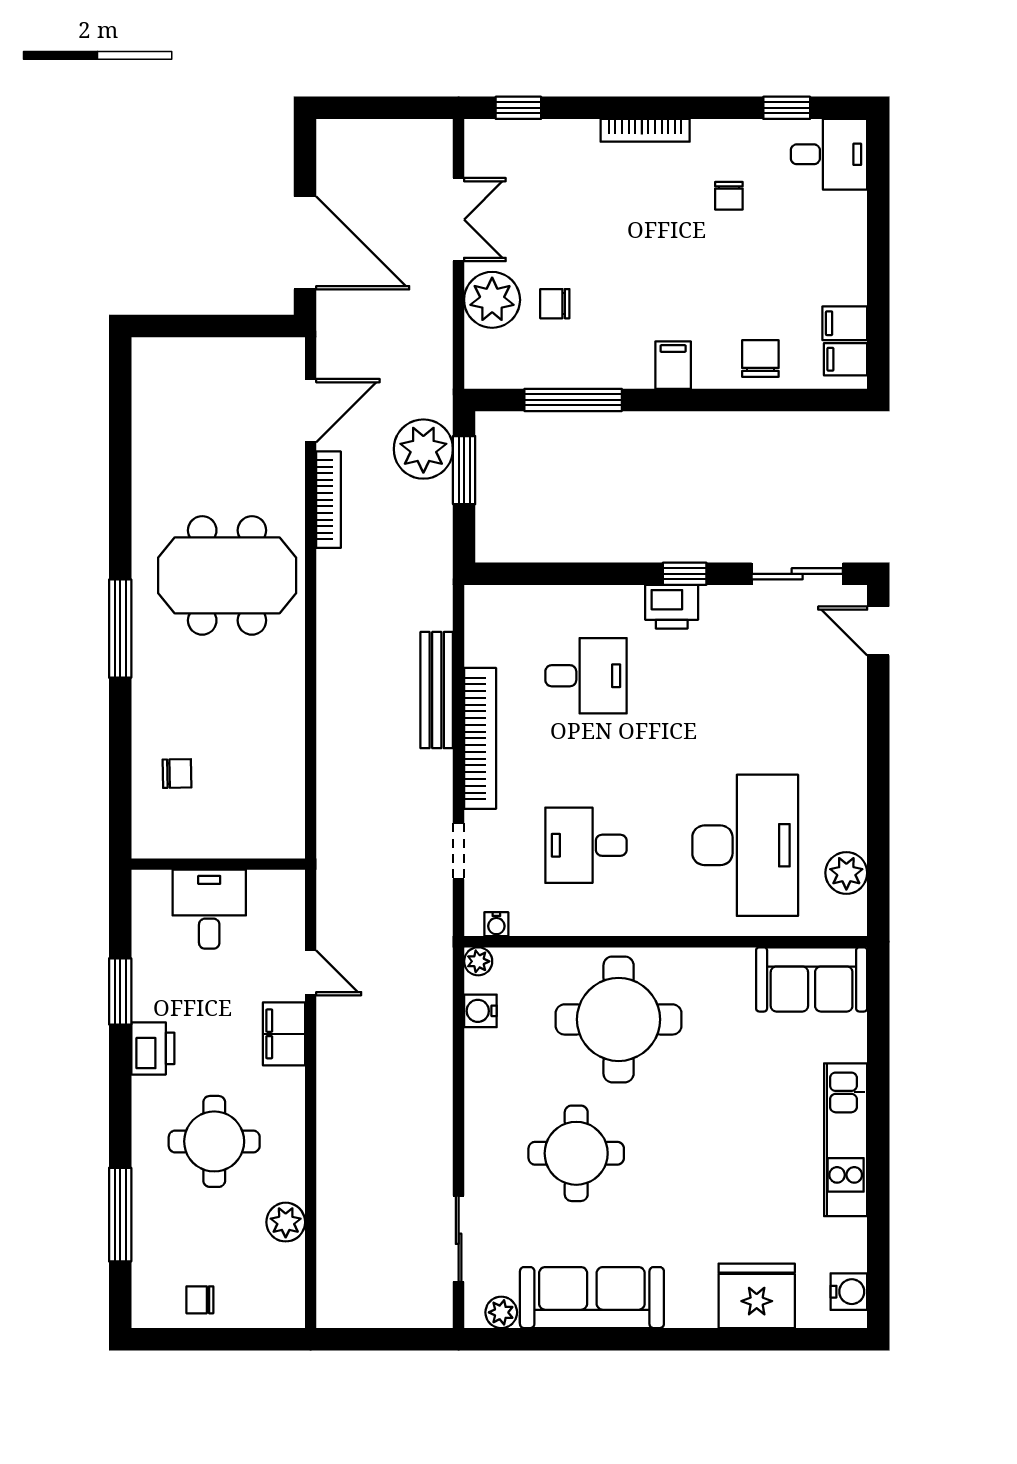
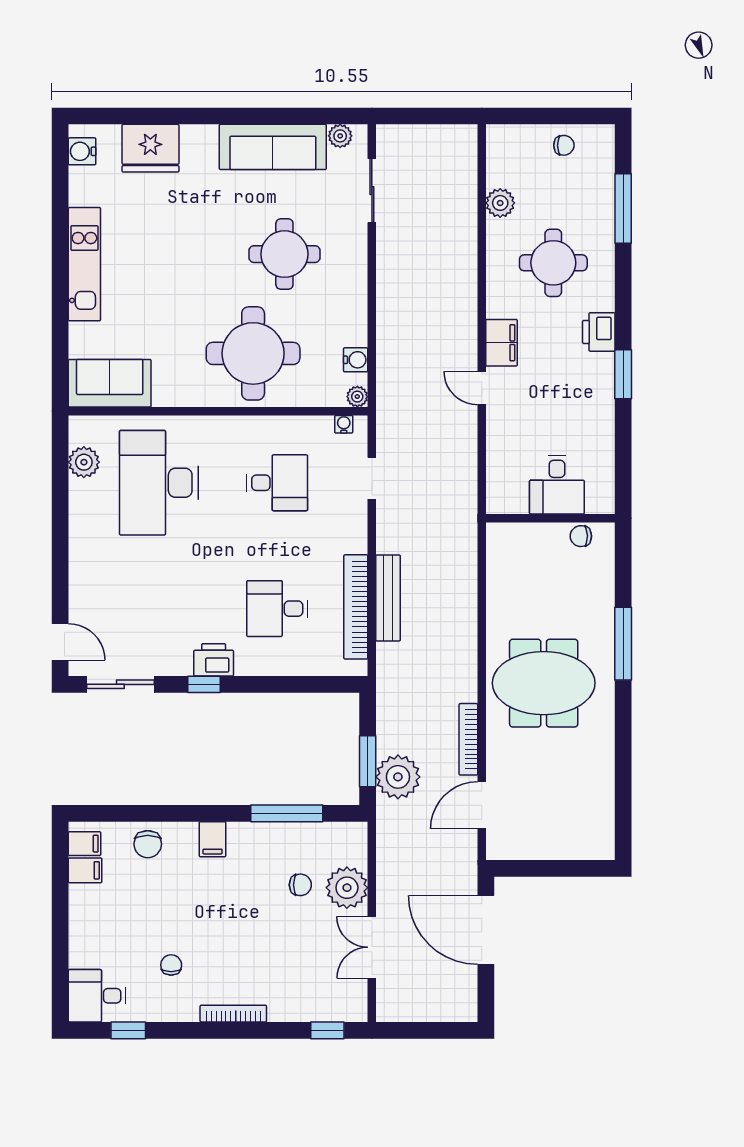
bookcase: (480, 738) -> (356, 607), moved
wall: (218, 864) -> (550, 518), moved
desk: (209, 909) -> (557, 485), moved

